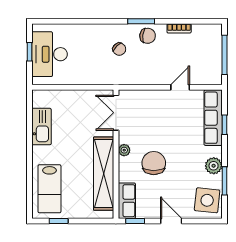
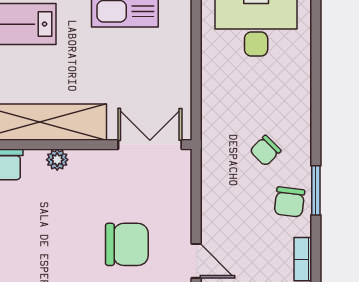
plant: (124, 150) -> (57, 160), moved
chair: (154, 163) -> (127, 244), moved

